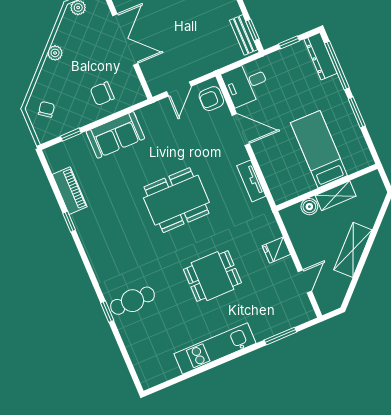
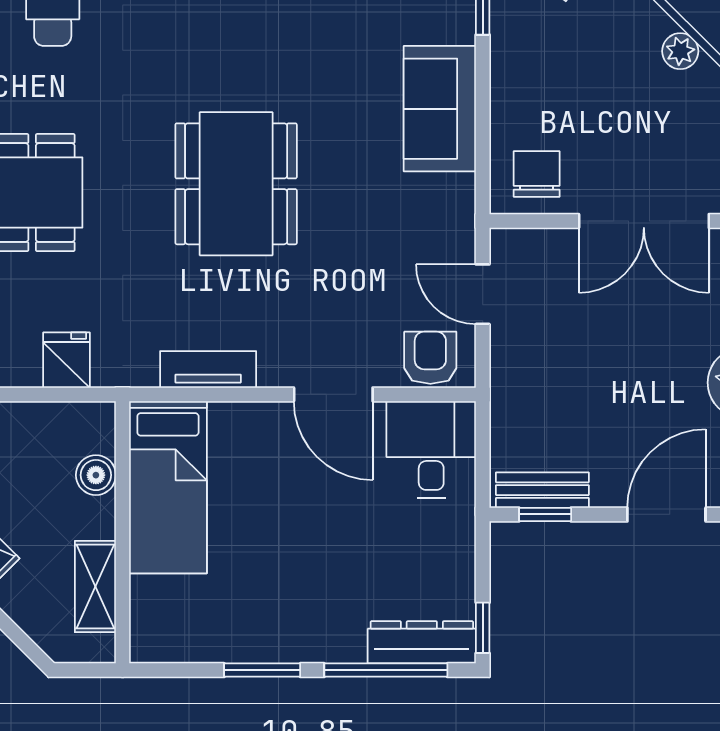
window: (289, 42) -> (483, 628), moved
chair: (102, 94) -> (537, 174), moved
door: (241, 130) -> (333, 394), hinge flipped
bed: (319, 149) -> (168, 487), moved, turned 90
shelving: (336, 196) -> (95, 587), moved
fridge: (276, 250) -> (67, 360), moved

